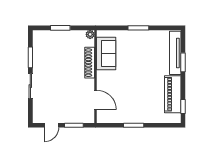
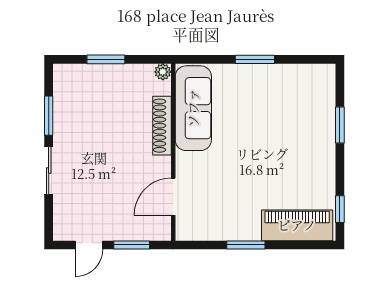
tv unit: (175, 53) -> (325, 107), removed
sofa: (106, 54) -> (193, 108), width x1.36
piano: (173, 94) -> (297, 225), moved, turned 90
door: (96, 100) -> (173, 197), swing flipped

